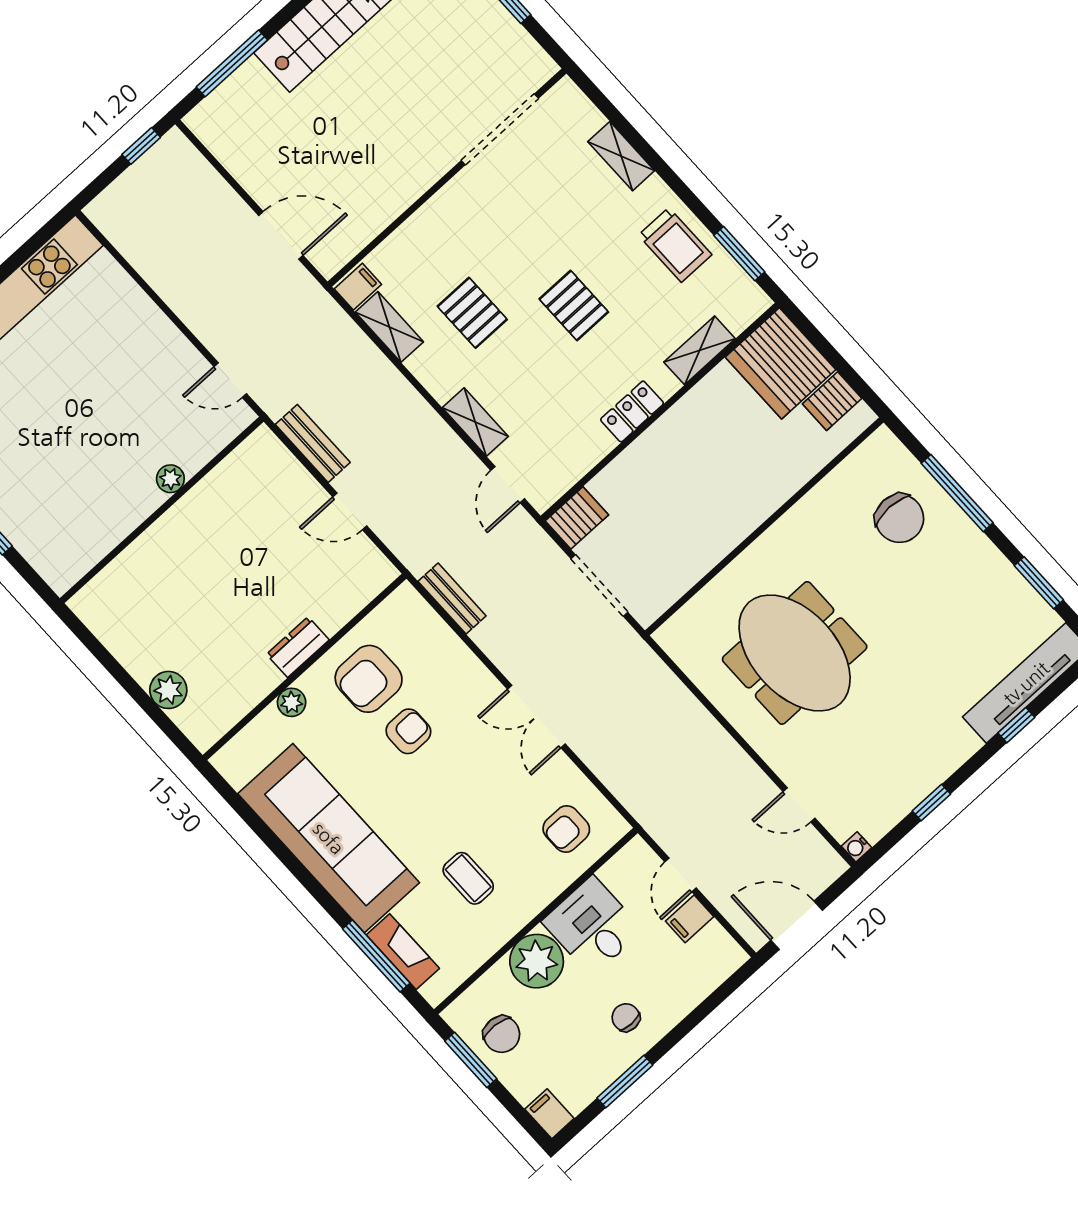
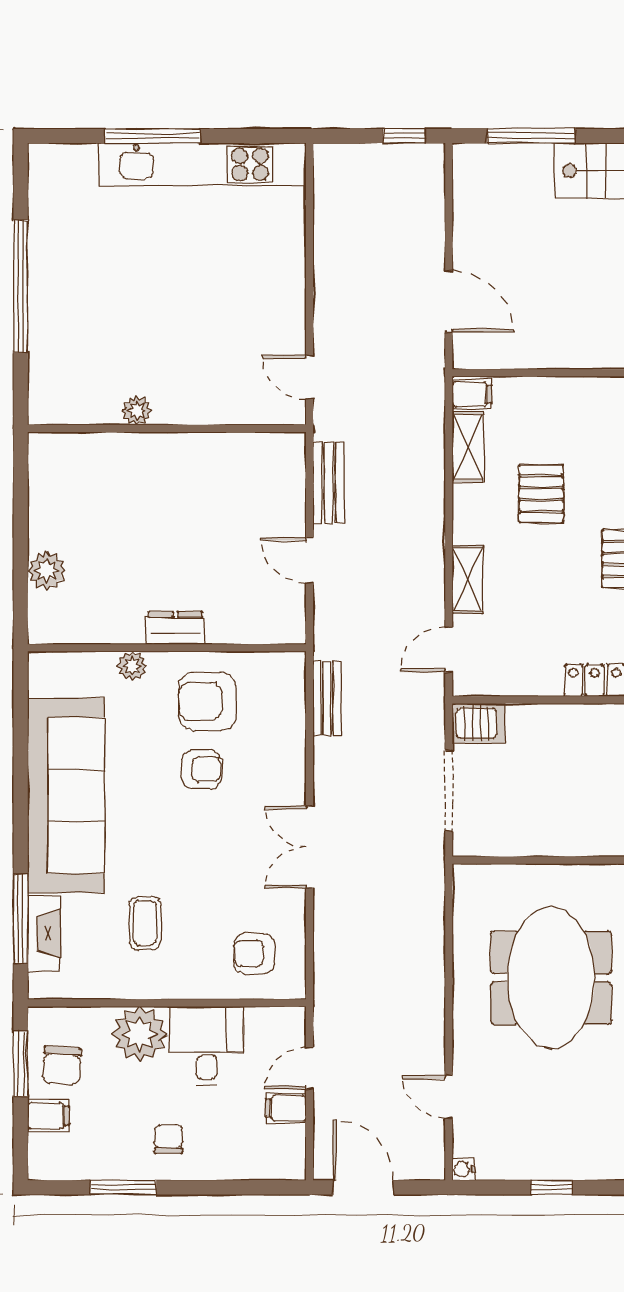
plant: (170, 479) -> (137, 411), moved
filing cabinet: (549, 1114) -> (48, 1115), moved, turned 90

